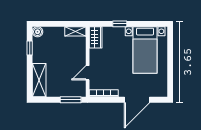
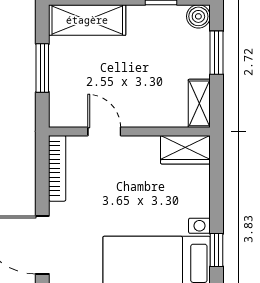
window: (53, 24) -> (217, 53), added
window: (120, 24) -> (217, 250), moved
window: (71, 100) -> (42, 68), moved

